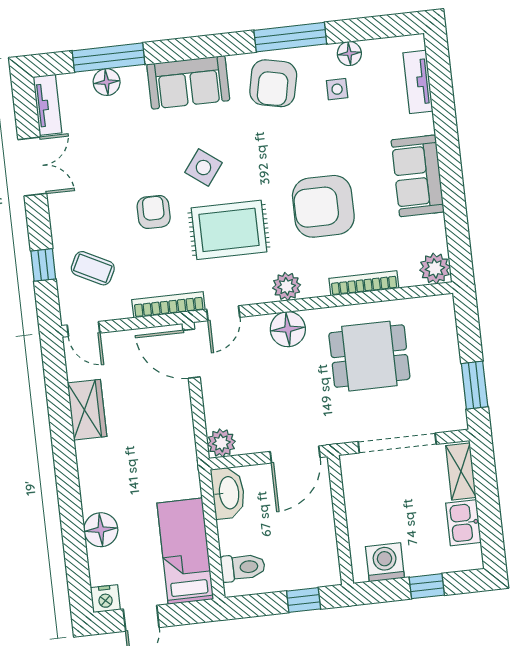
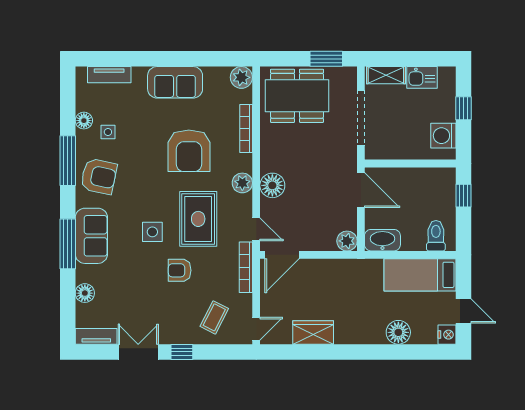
window: (109, 58) -> (68, 244), moved
side table: (203, 168) -> (152, 232), turned -37
window: (43, 265) -> (182, 352), moved
dining table: (369, 356) -> (297, 96), moved, width x1.38

